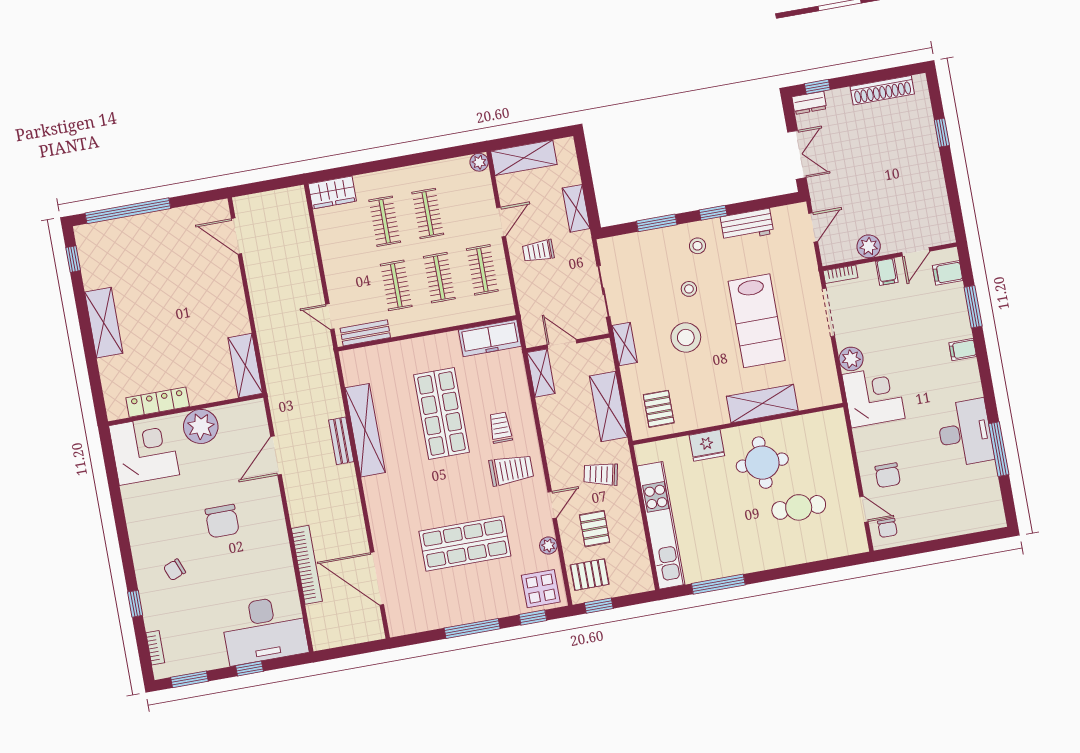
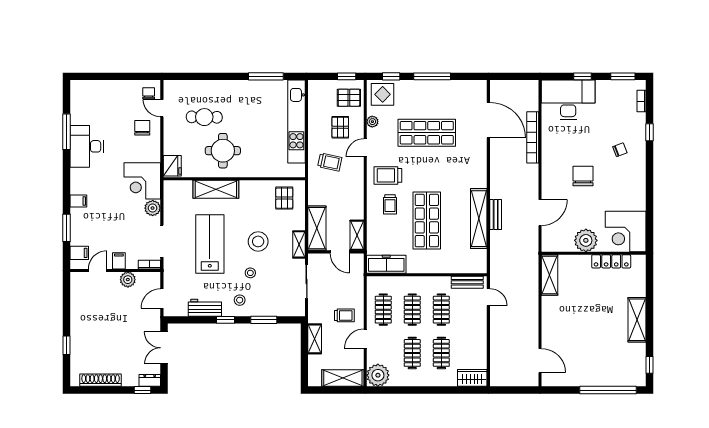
plant: (479, 162) -> (378, 375), width x1.87, depth x1.87
shelving: (608, 406) -> (317, 228), moved
fridge: (707, 445) -> (172, 166), moved, turned 90

